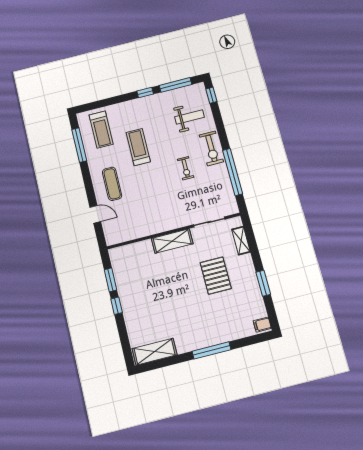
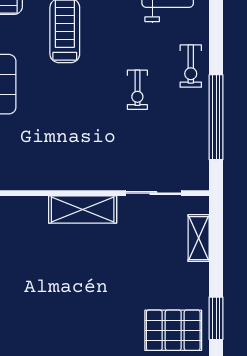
exercise bike: (211, 148) -> (191, 66), width x0.73, depth x0.72
pallet: (216, 276) -> (173, 330), moved, turned 90

